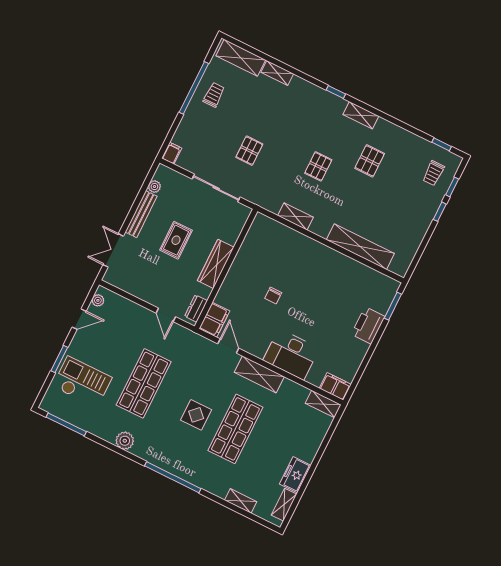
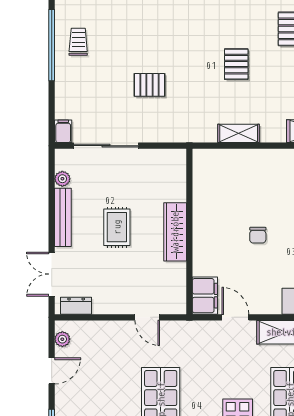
pallet: (249, 151) -> (149, 85), turned 90
sliding door: (216, 188) -> (106, 146), moved
dresser: (196, 308) -> (76, 306), moved, turned 90

